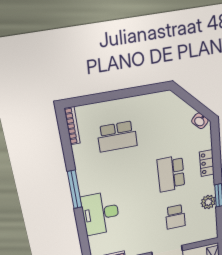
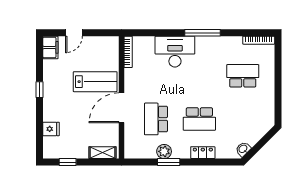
school desk: (117, 136) -> (243, 76), turned 90
school desk: (171, 174) -> (199, 119), turned 180
school desk: (175, 217) -> (156, 119), width x1.85

